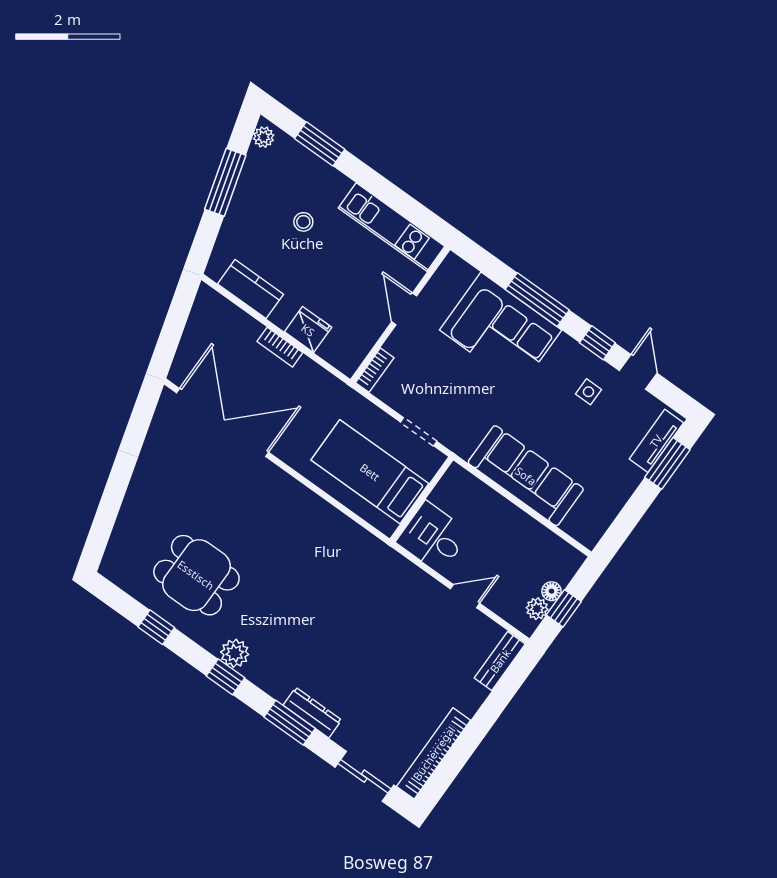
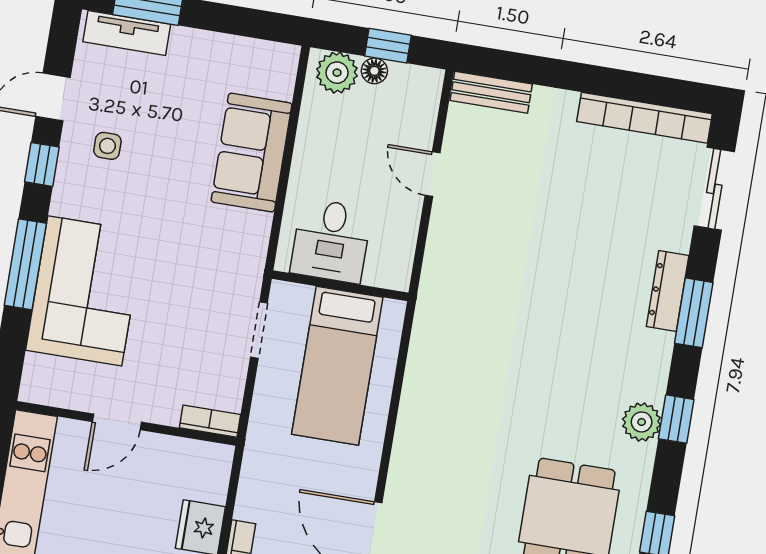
sofa: (526, 476) -> (252, 153), width x0.73
desk: (433, 537) -> (331, 241), moved
plant: (537, 609) -> (337, 73), moved, width x1.38, depth x1.38

